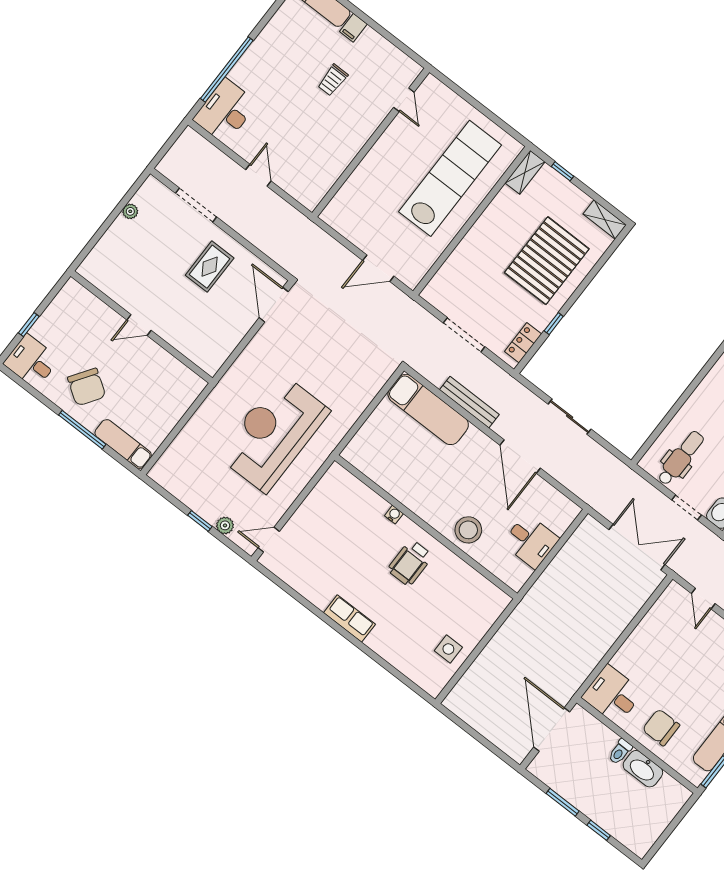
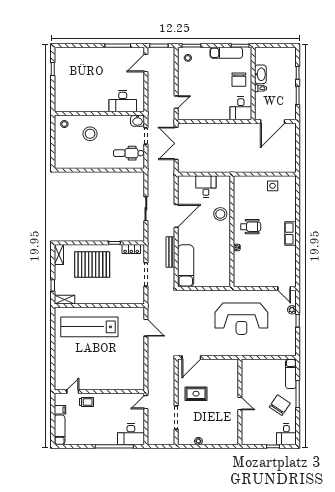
door: (404, 100) -> (73, 392), moved
wall: (371, 143) -> (99, 392), moved

